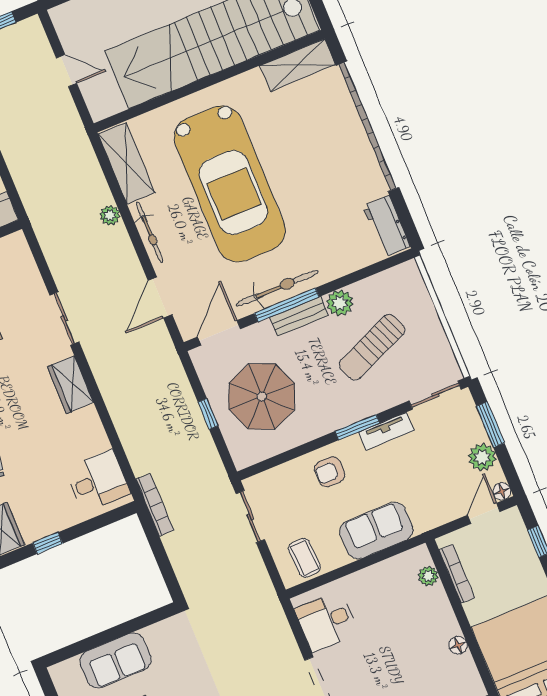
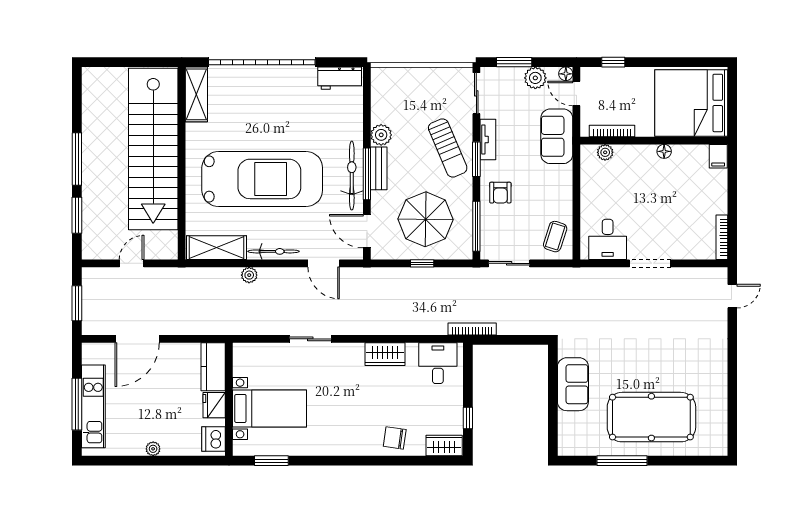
sun lounger: (372, 347) -> (448, 148), moved
wardrobe: (70, 385) -> (385, 354), moved
window: (278, 460) -> (476, 226), added
sofa: (376, 531) -> (557, 136), moved
coffee table: (304, 558) -> (555, 237), turned -69
sofa: (115, 660) -> (573, 384), moved

